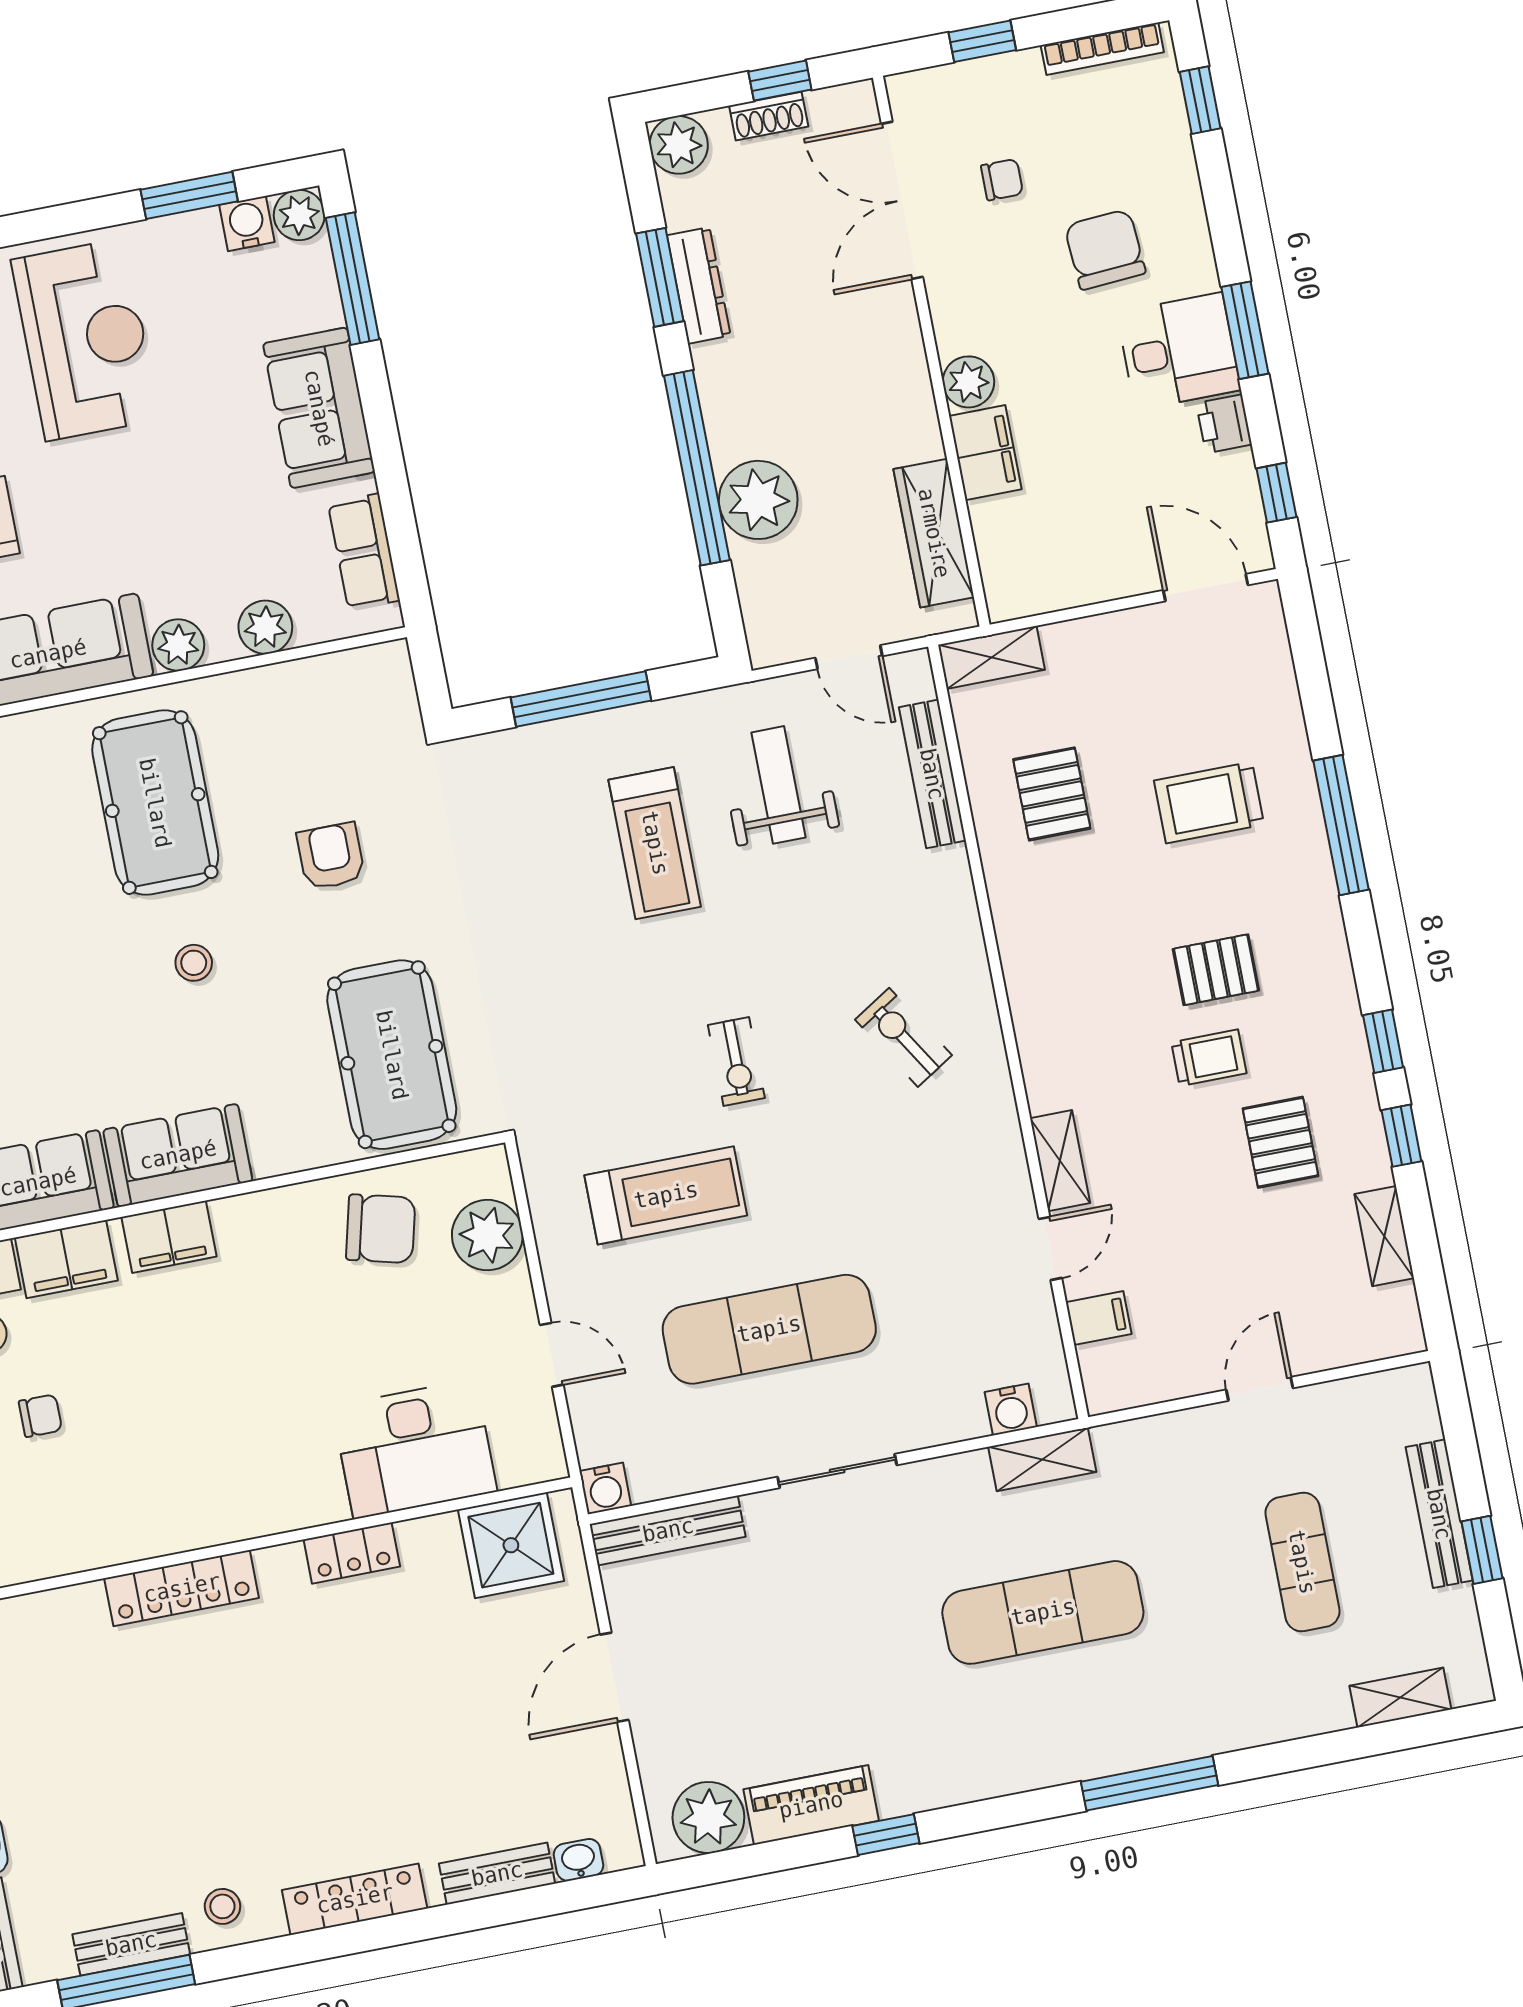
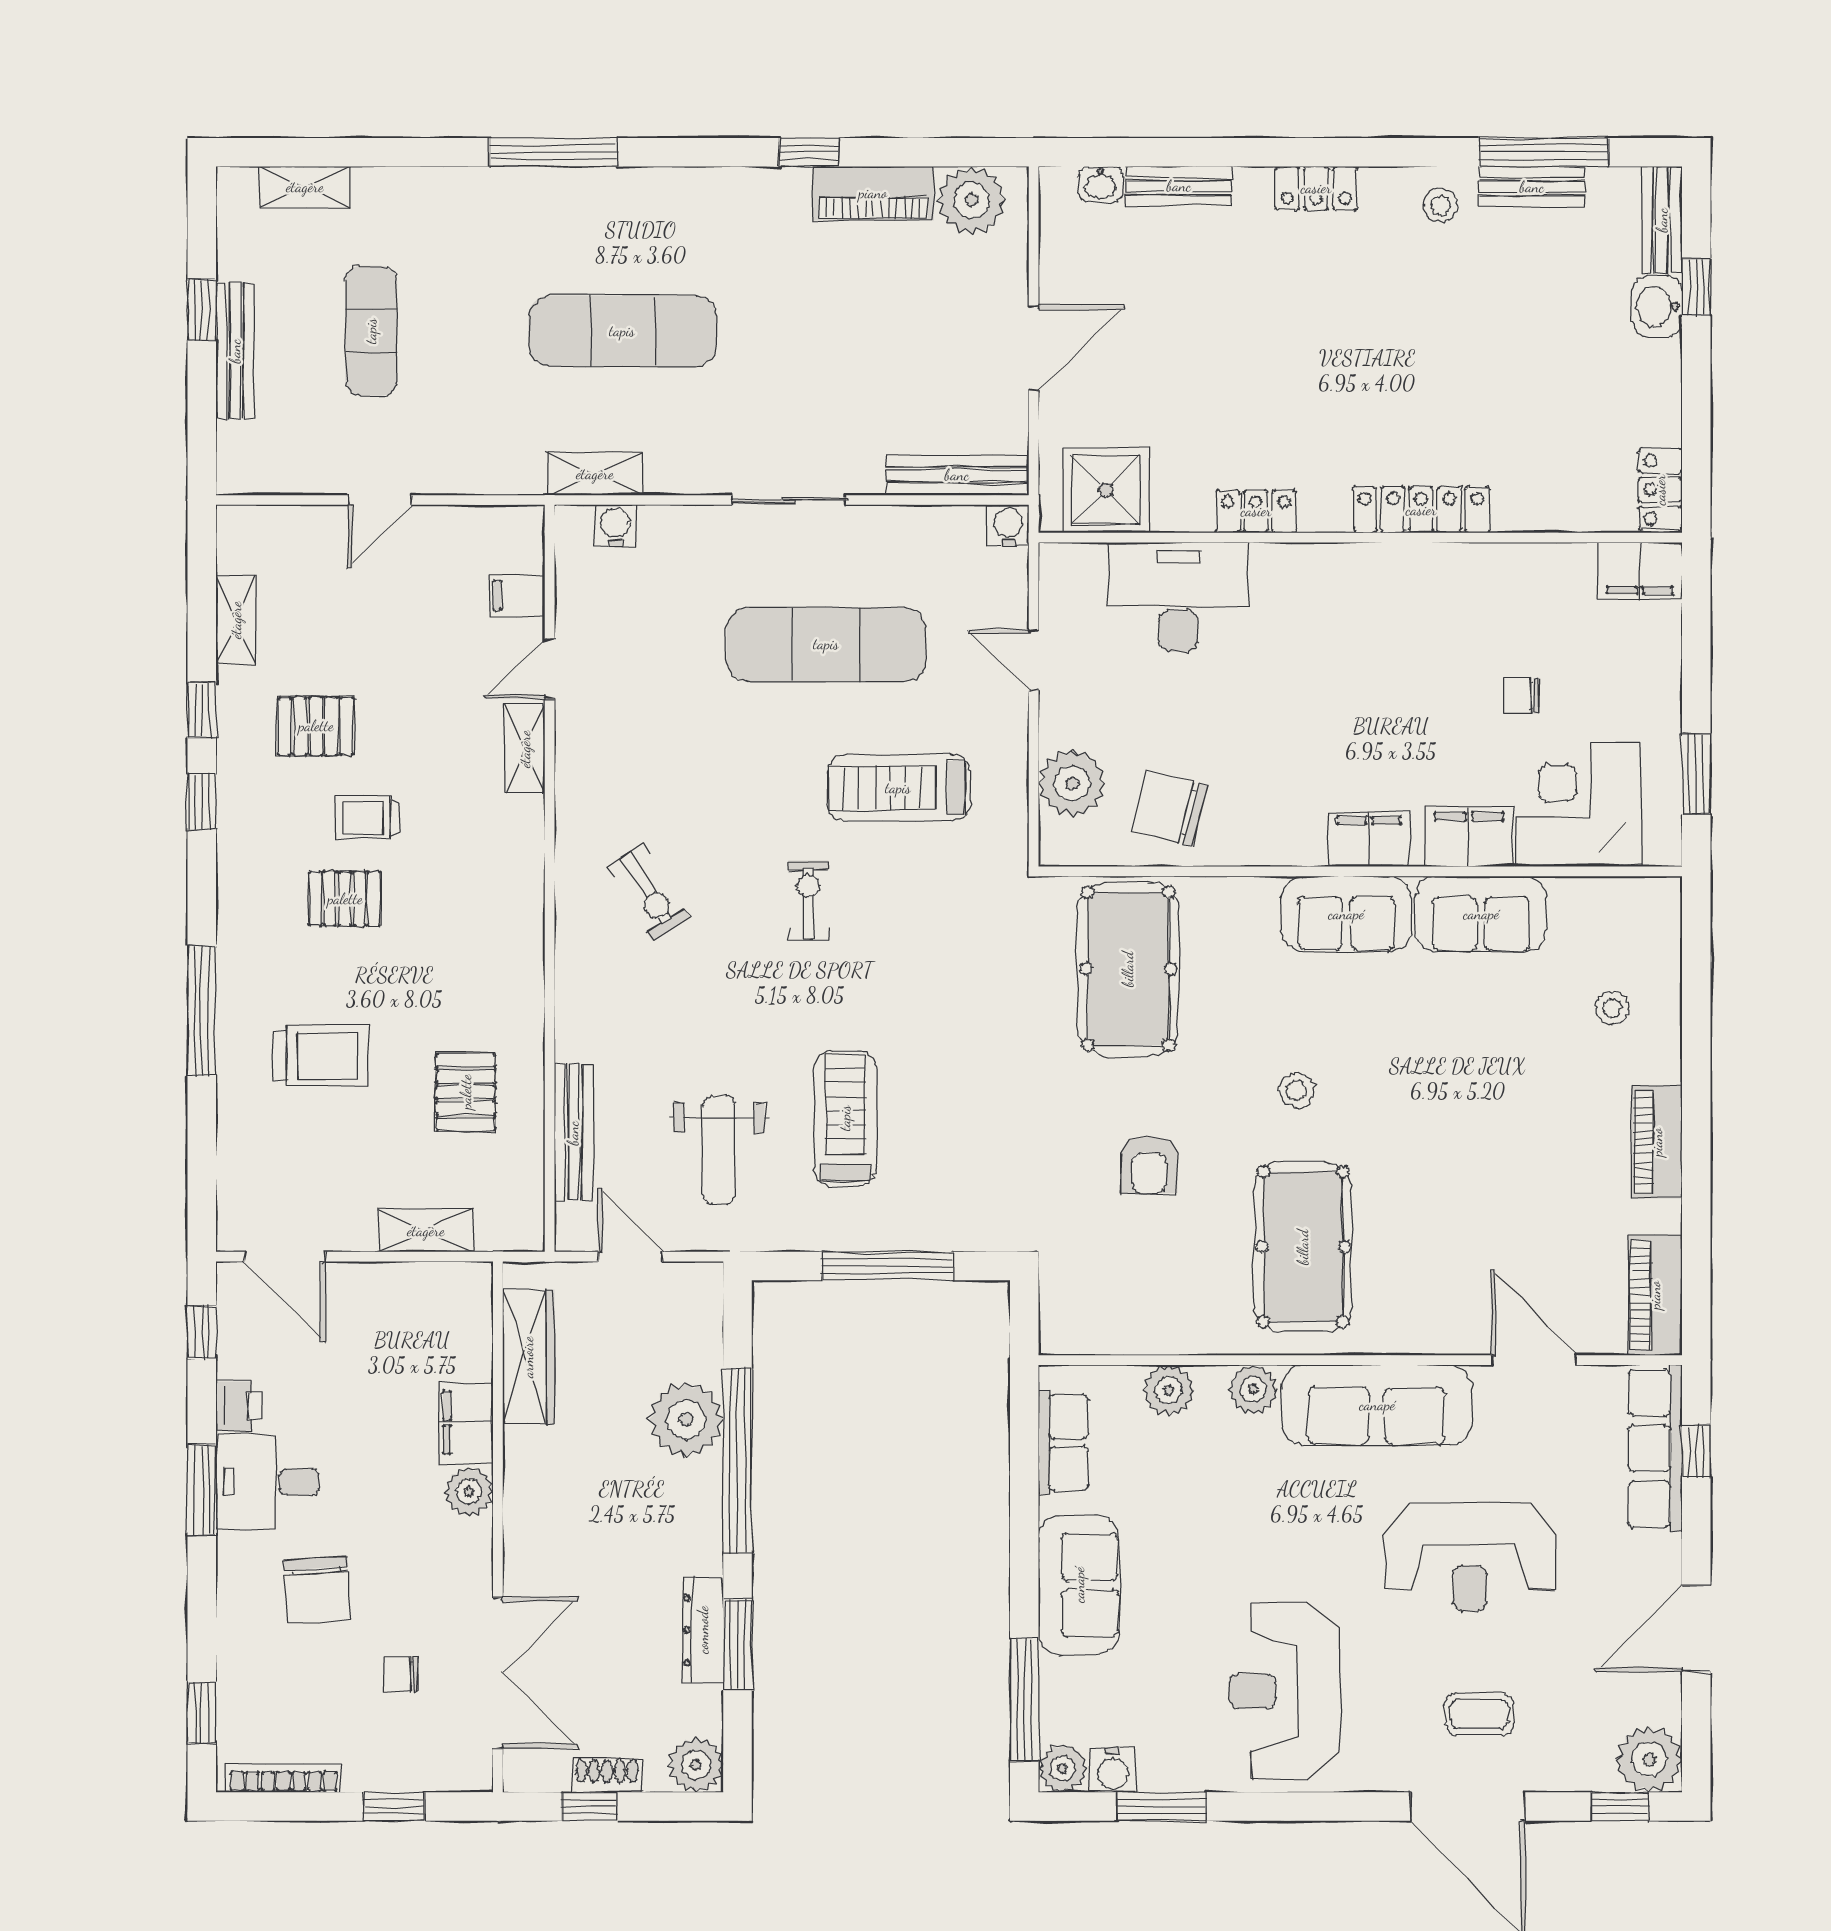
shelving: (991, 657) -> (426, 1231), moved
pallet: (1280, 1142) -> (316, 726), turned 90
locker: (355, 1899) -> (1316, 188), width x0.66

